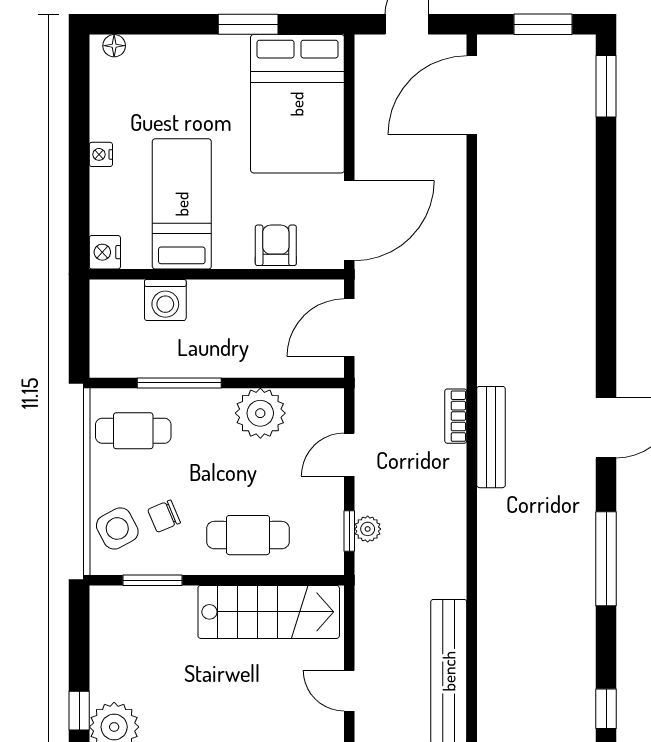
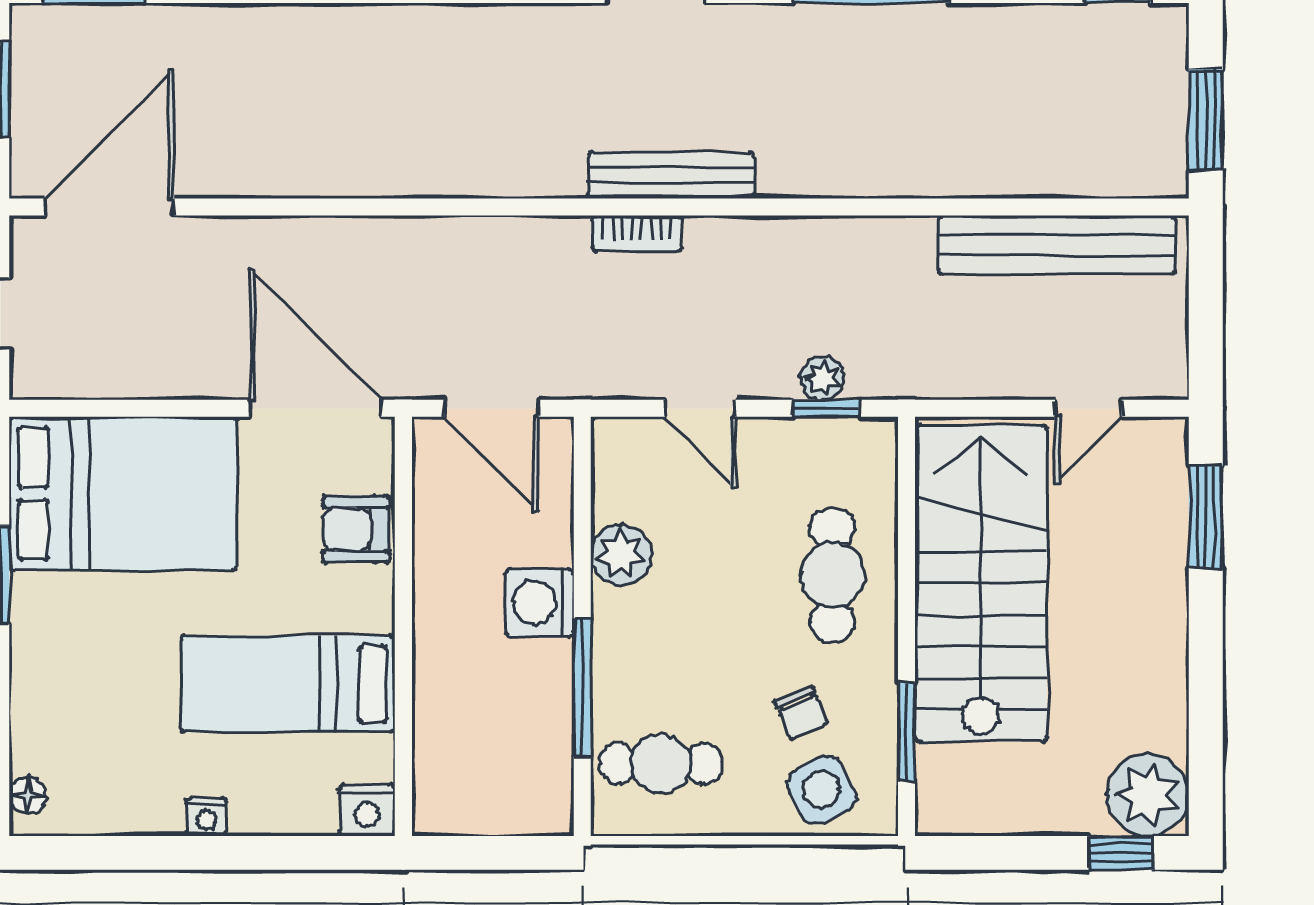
door: (472, 95) -> (109, 207), swing flipped
washing machine: (165, 300) -> (540, 603), moved, turned 180
plant: (260, 413) -> (621, 555), width x0.73, depth x0.73
cafe table: (133, 431) -> (661, 764), turned 90
stairs: (269, 612) -> (981, 583), width x1.36, depth x1.51

